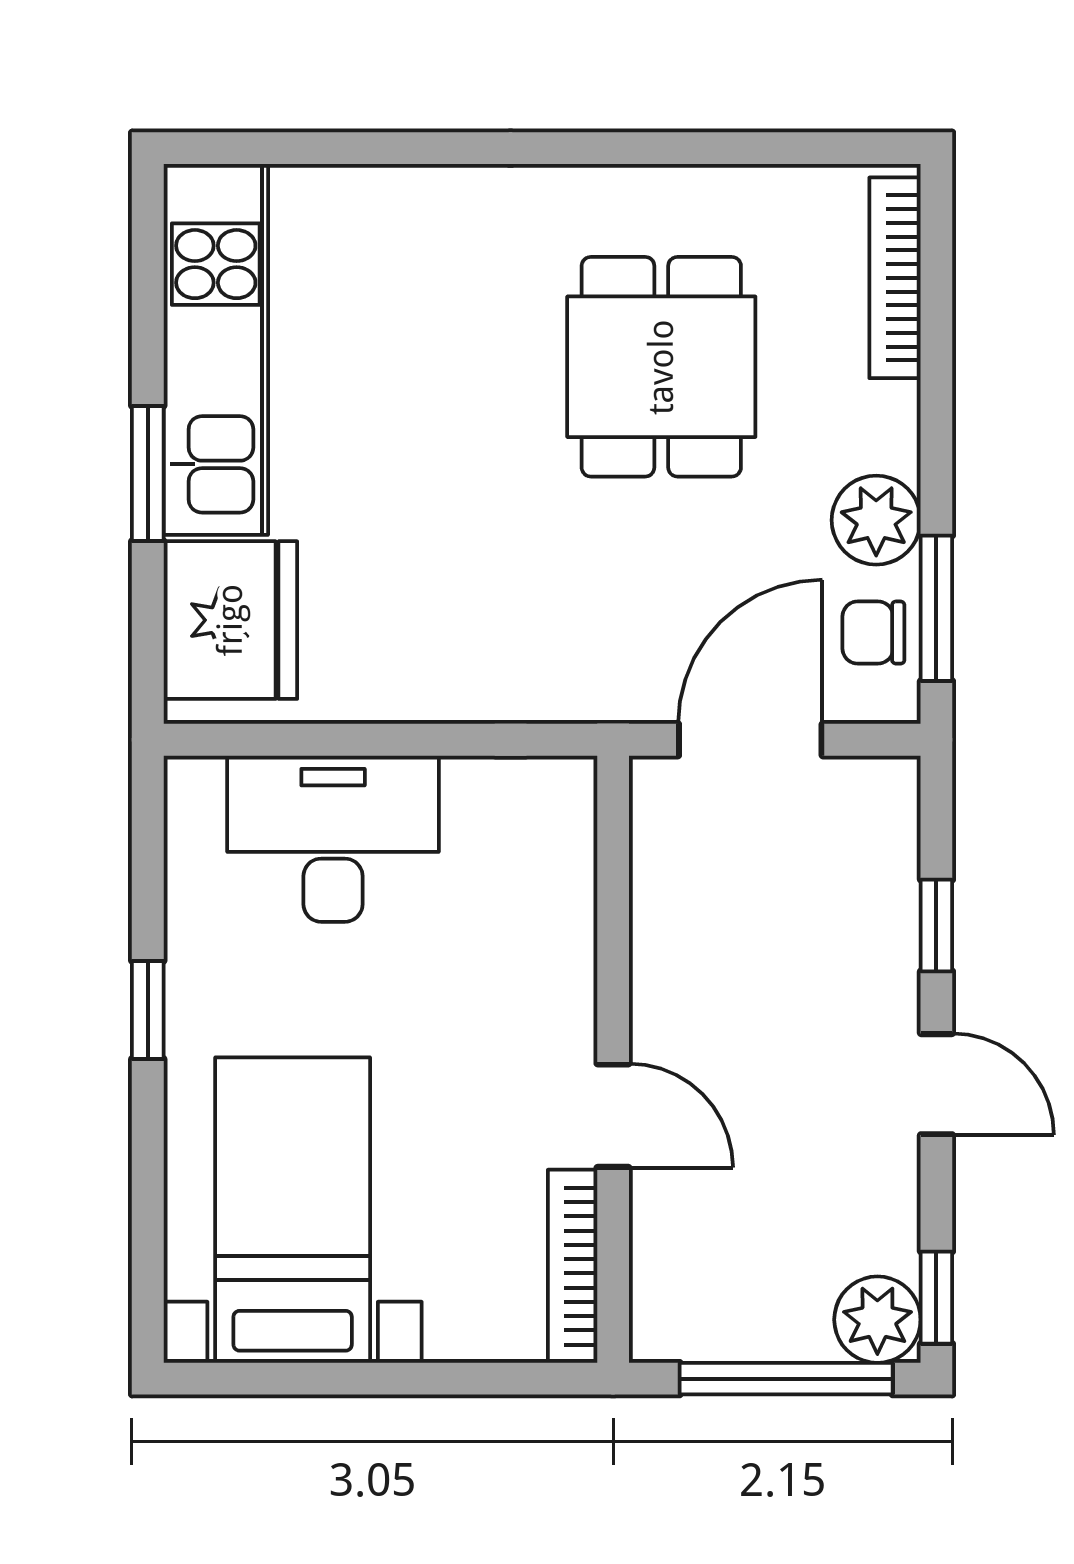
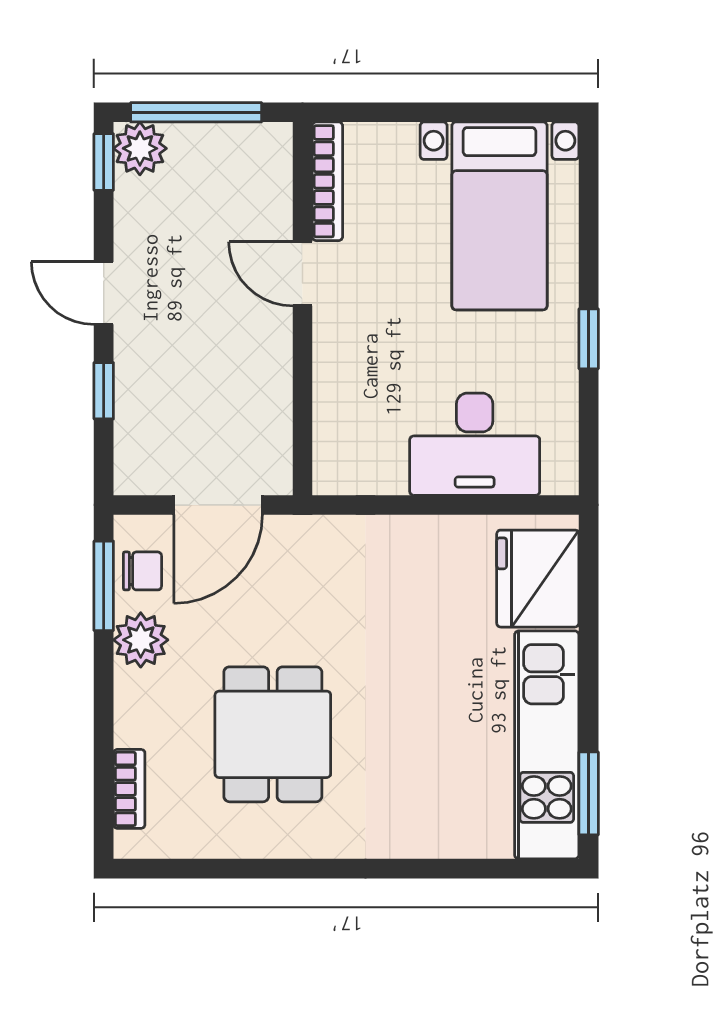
bookcase: (895, 278) -> (129, 789), width x0.64
window: (148, 473) -> (589, 793), moved

